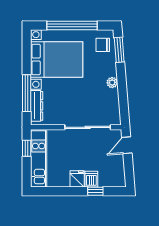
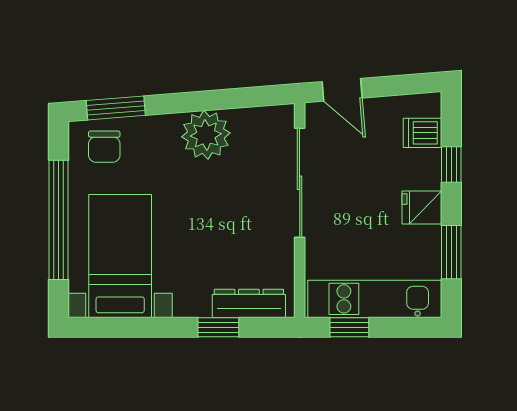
bed with nightstands: (57, 59) -> (120, 256), width x0.73
plant: (112, 83) -> (206, 135), width x1.88, depth x1.88
window: (27, 93) -> (218, 327), width x0.46
dishwasher: (91, 179) -> (423, 133), moved
window: (58, 191) -> (451, 252), added

